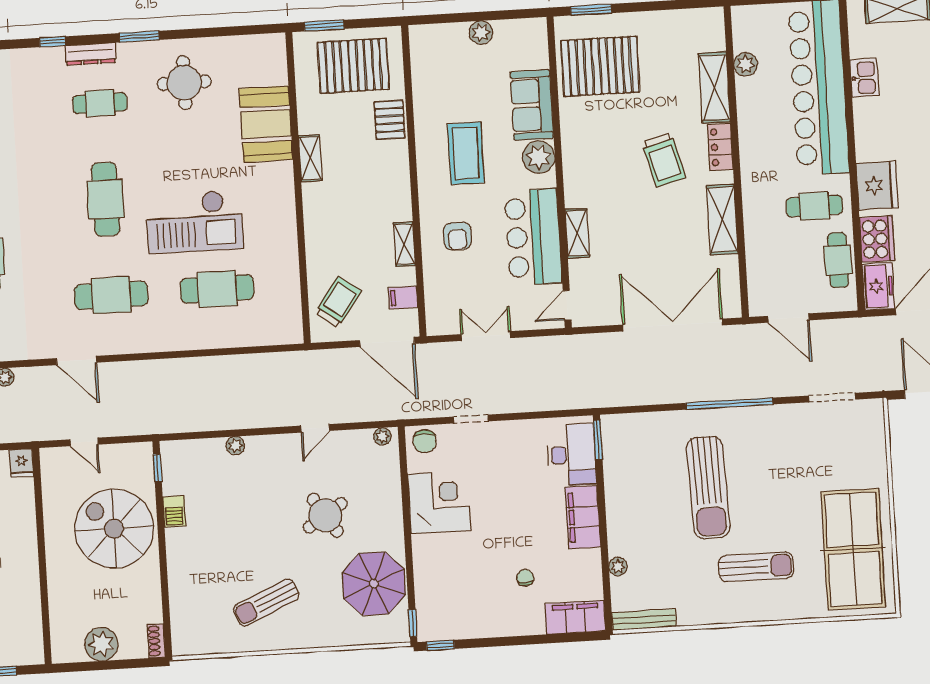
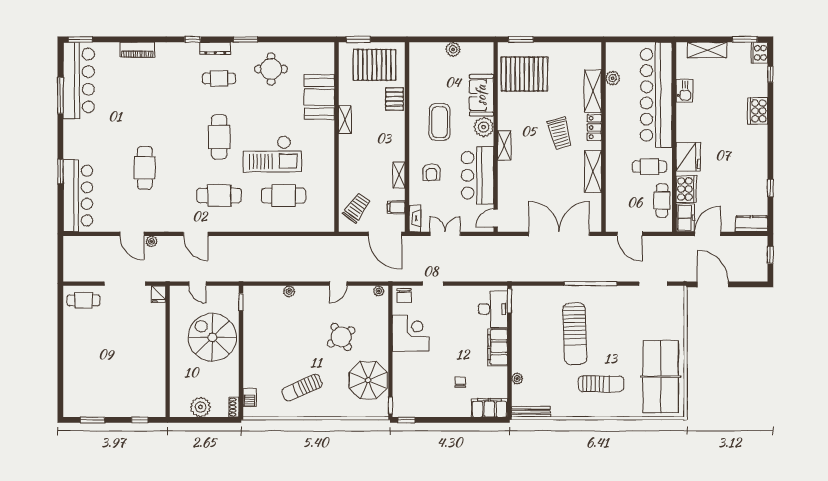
shelving: (577, 233) -> (504, 145), moved
fireplace: (435, 314) -> (415, 218), added
barbecue: (174, 511) -> (250, 398), moved

